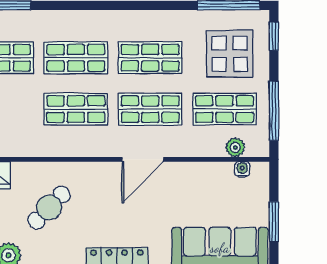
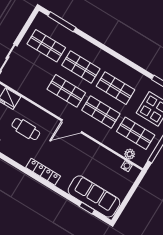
door: (143, 159) -> (72, 126), moved
cafe table: (49, 207) -> (26, 129), turned 46
window: (274, 222) -> (127, 200), removed

